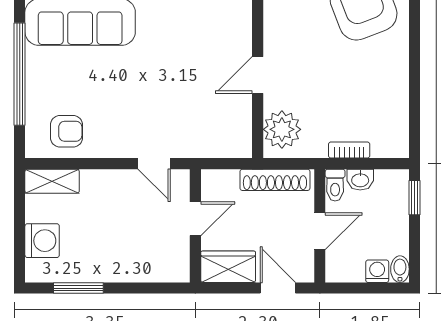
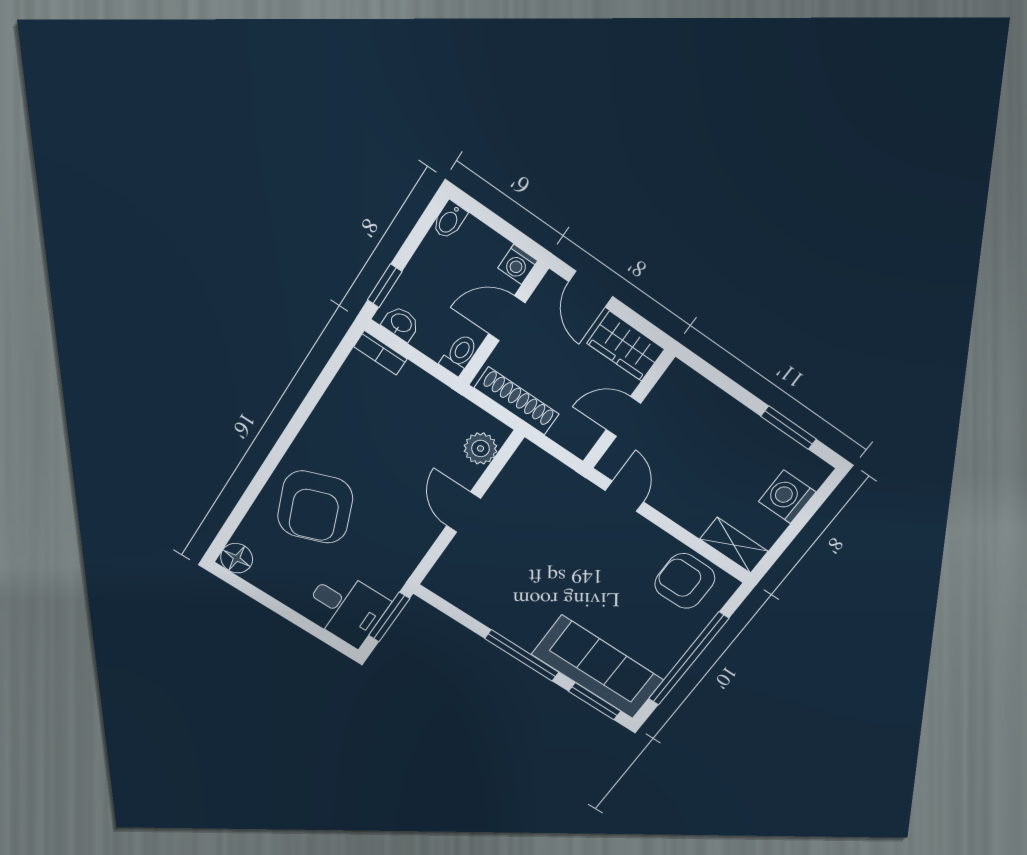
door: (258, 75) -> (464, 512), swing flipped
plant: (282, 129) -> (480, 448), width x0.73, depth x0.73
armchair: (66, 131) -> (685, 581), width x1.38, depth x1.38
bookcase: (349, 150) -> (380, 353), moved
washbasin: (360, 180) -> (401, 323), moved
washing machine: (377, 271) -> (518, 264), moved

